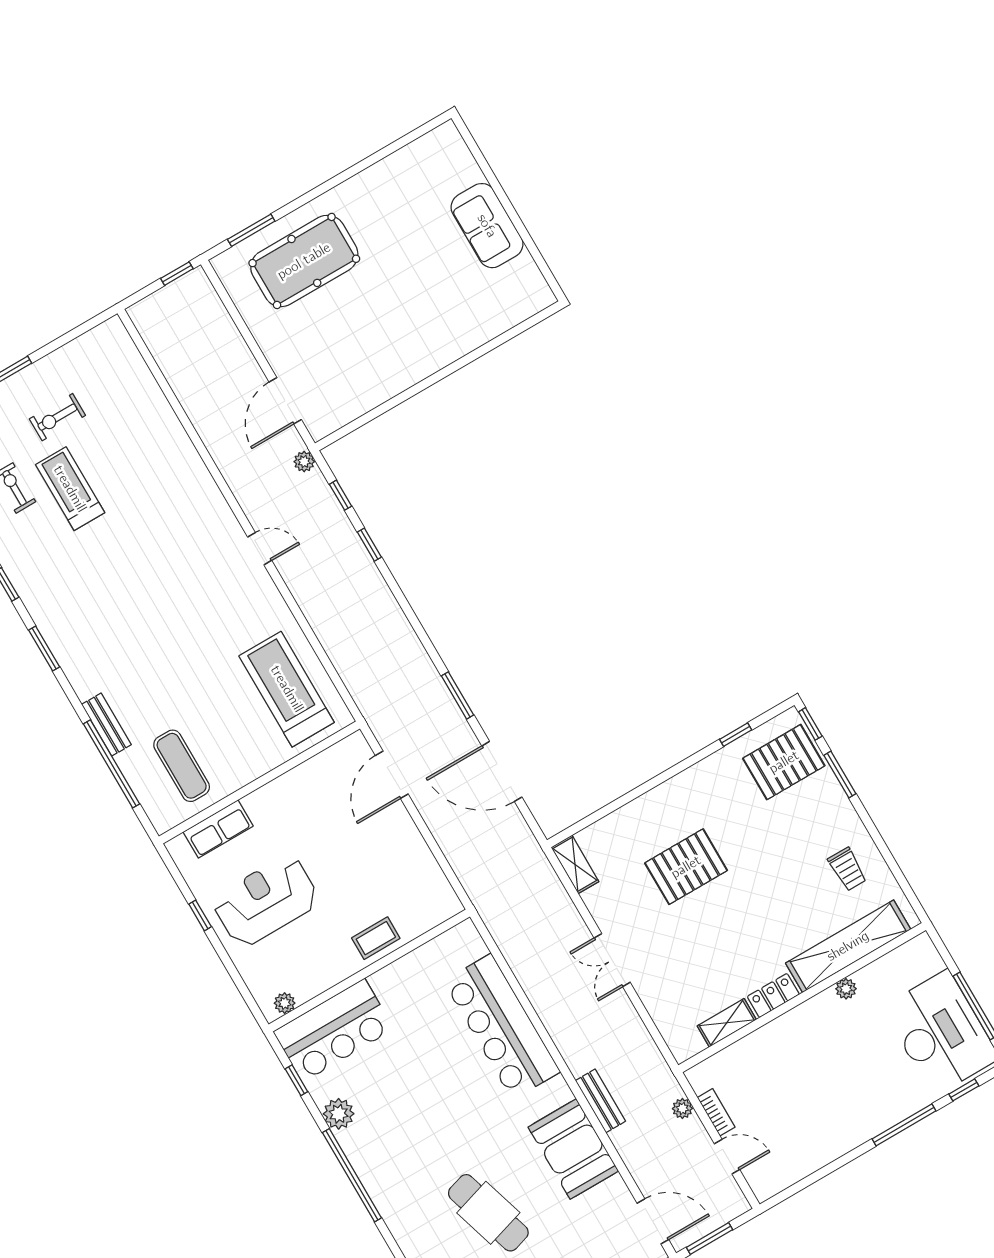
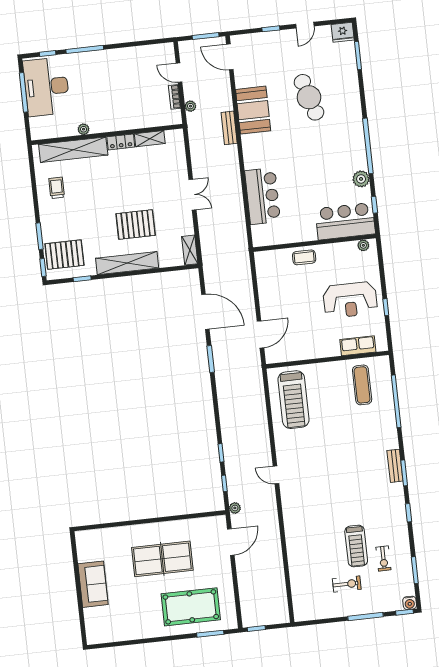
table tennis table: (389, 321) -> (162, 559), added
bench: (106, 725) -> (395, 466), moved
shelving: (671, 795) -> (127, 263), added
bar counter: (502, 1027) -> (263, 196), width x0.73

